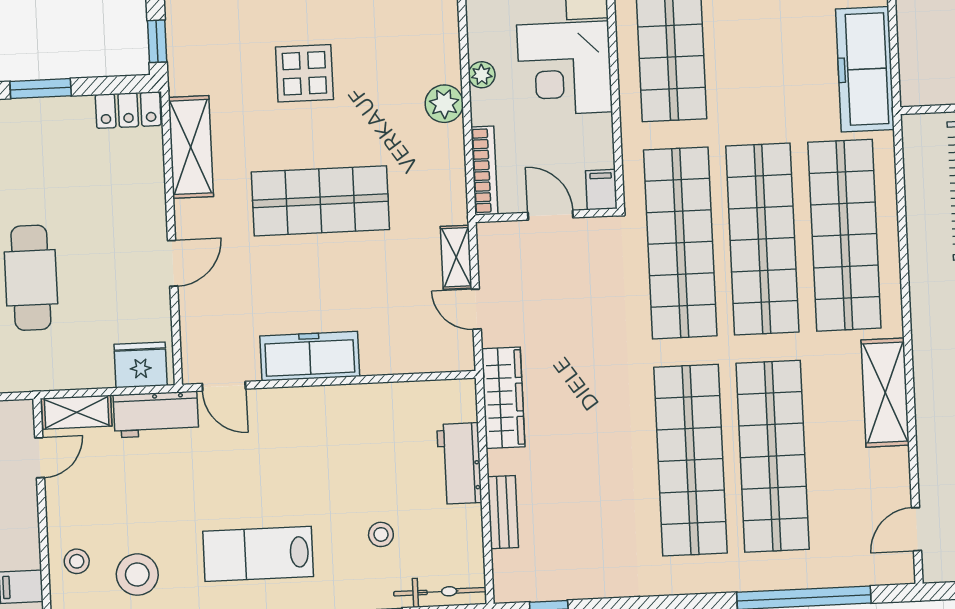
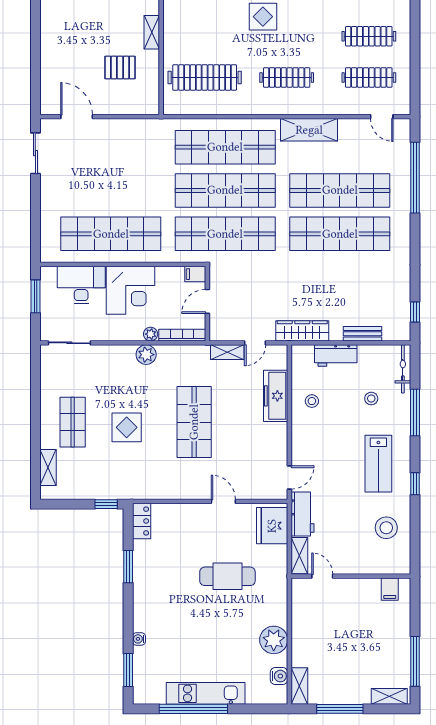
freezer: (865, 69) -> (138, 132), removed
plant: (482, 75) -> (151, 334), moved
shelving: (191, 147) -> (163, 489), removed
freezer: (310, 356) -> (276, 396), moved
fridge: (141, 365) -> (272, 526), width x1.36, depth x1.34
stool: (77, 561) -> (312, 401), moved

